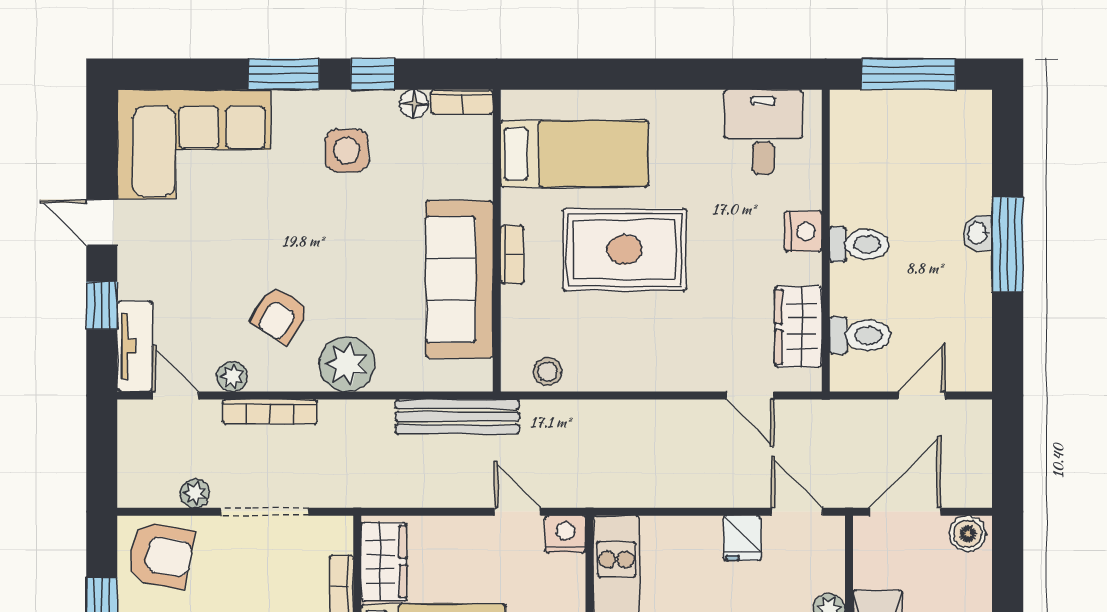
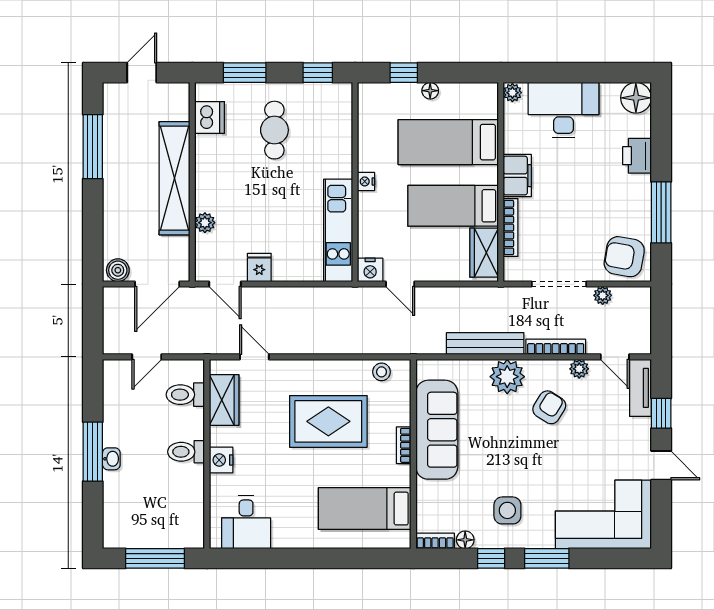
rug: (625, 250) -> (328, 421), moved
bench: (457, 417) -> (485, 344), moved

